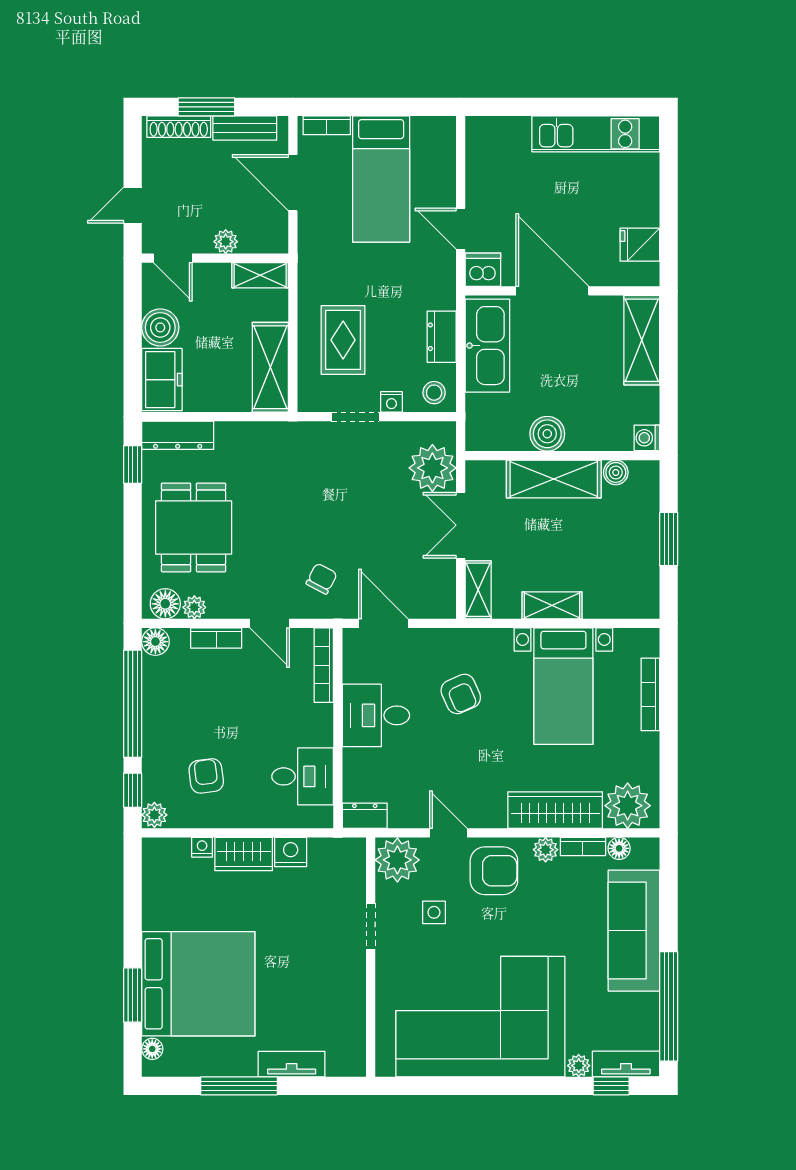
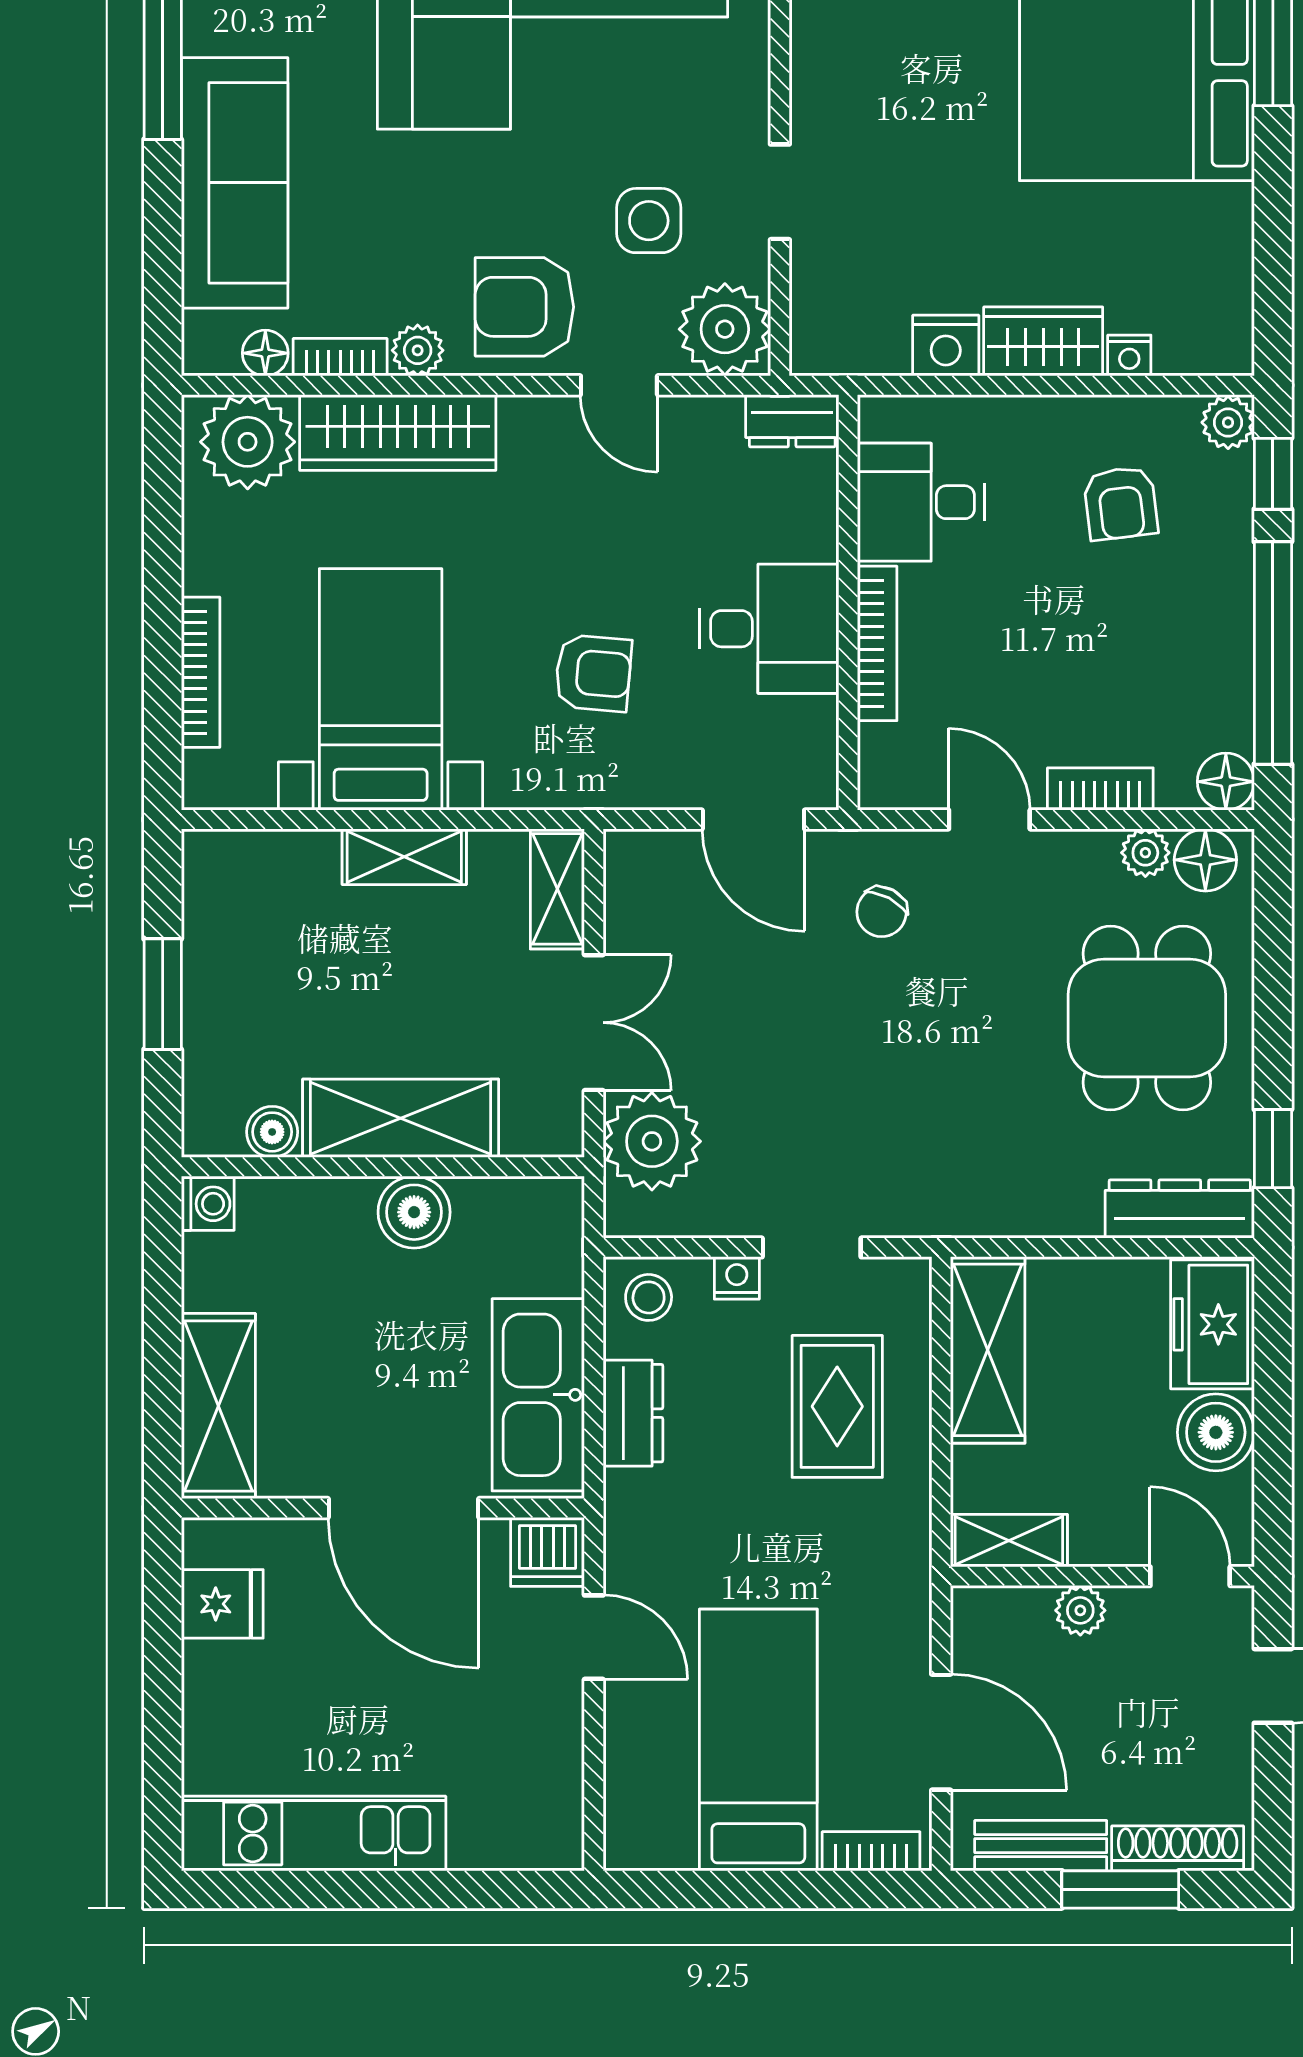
bookcase: (324, 665) -> (877, 643), moved
armchair: (461, 694) -> (593, 673), turned 119
side table: (434, 912) -> (649, 221), width x1.37, depth x1.37

